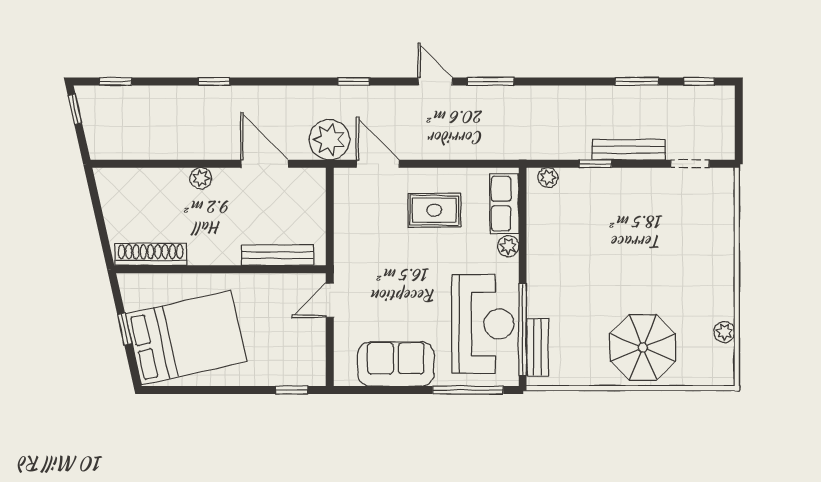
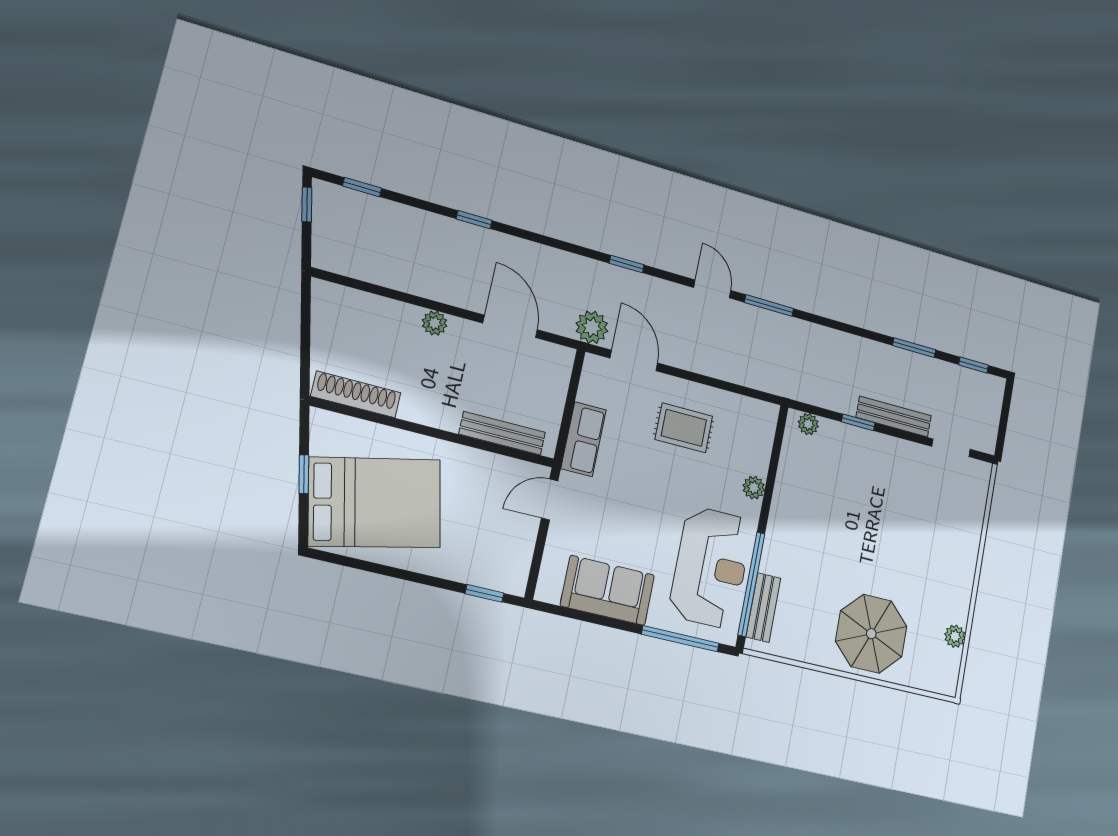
plant: (329, 140) -> (592, 327), width x0.73, depth x0.73
row of seats: (504, 204) -> (583, 439), moved, turned 180

